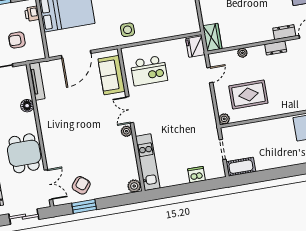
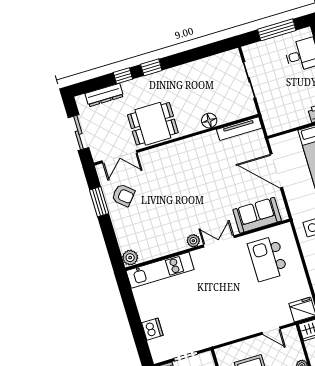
armchair: (17, 40) -> (285, 99), removed
plant: (224, 119) -> (222, 354), removed

